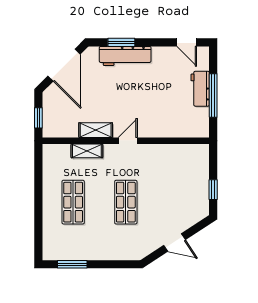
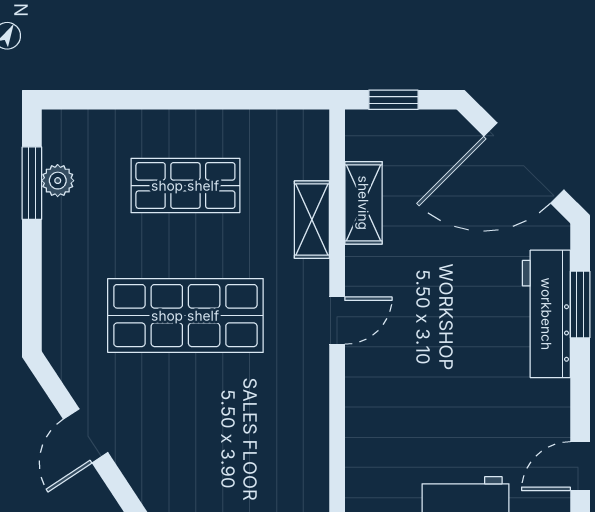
shelving: (96, 130) -> (363, 203), moved
door: (128, 141) -> (337, 321), hinge flipped
shop shelf: (126, 202) -> (185, 316), width x1.43, depth x1.36
plant: (71, 254) -> (58, 181), added

